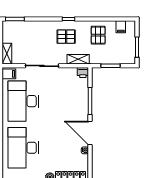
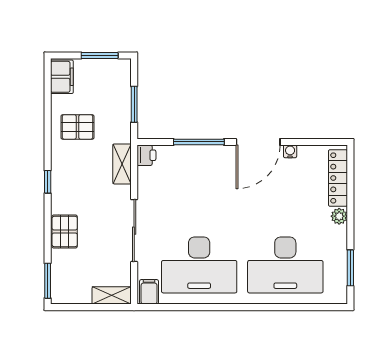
filing cabinet: (121, 27) -> (62, 77), width x2.00
pallet: (66, 37) -> (65, 231), moved

